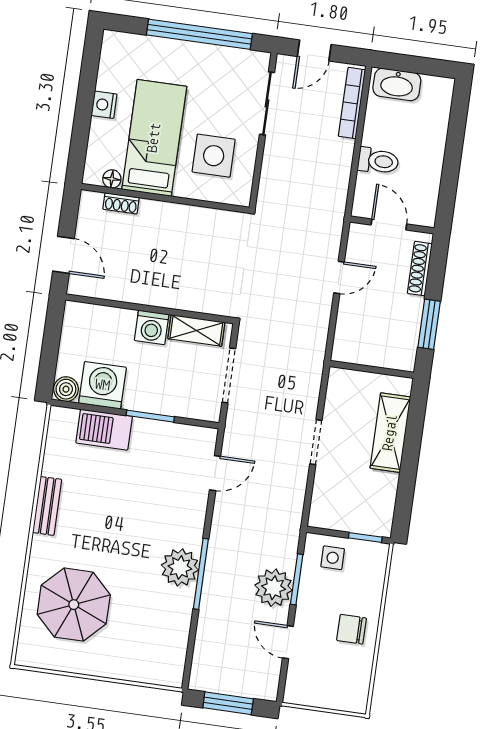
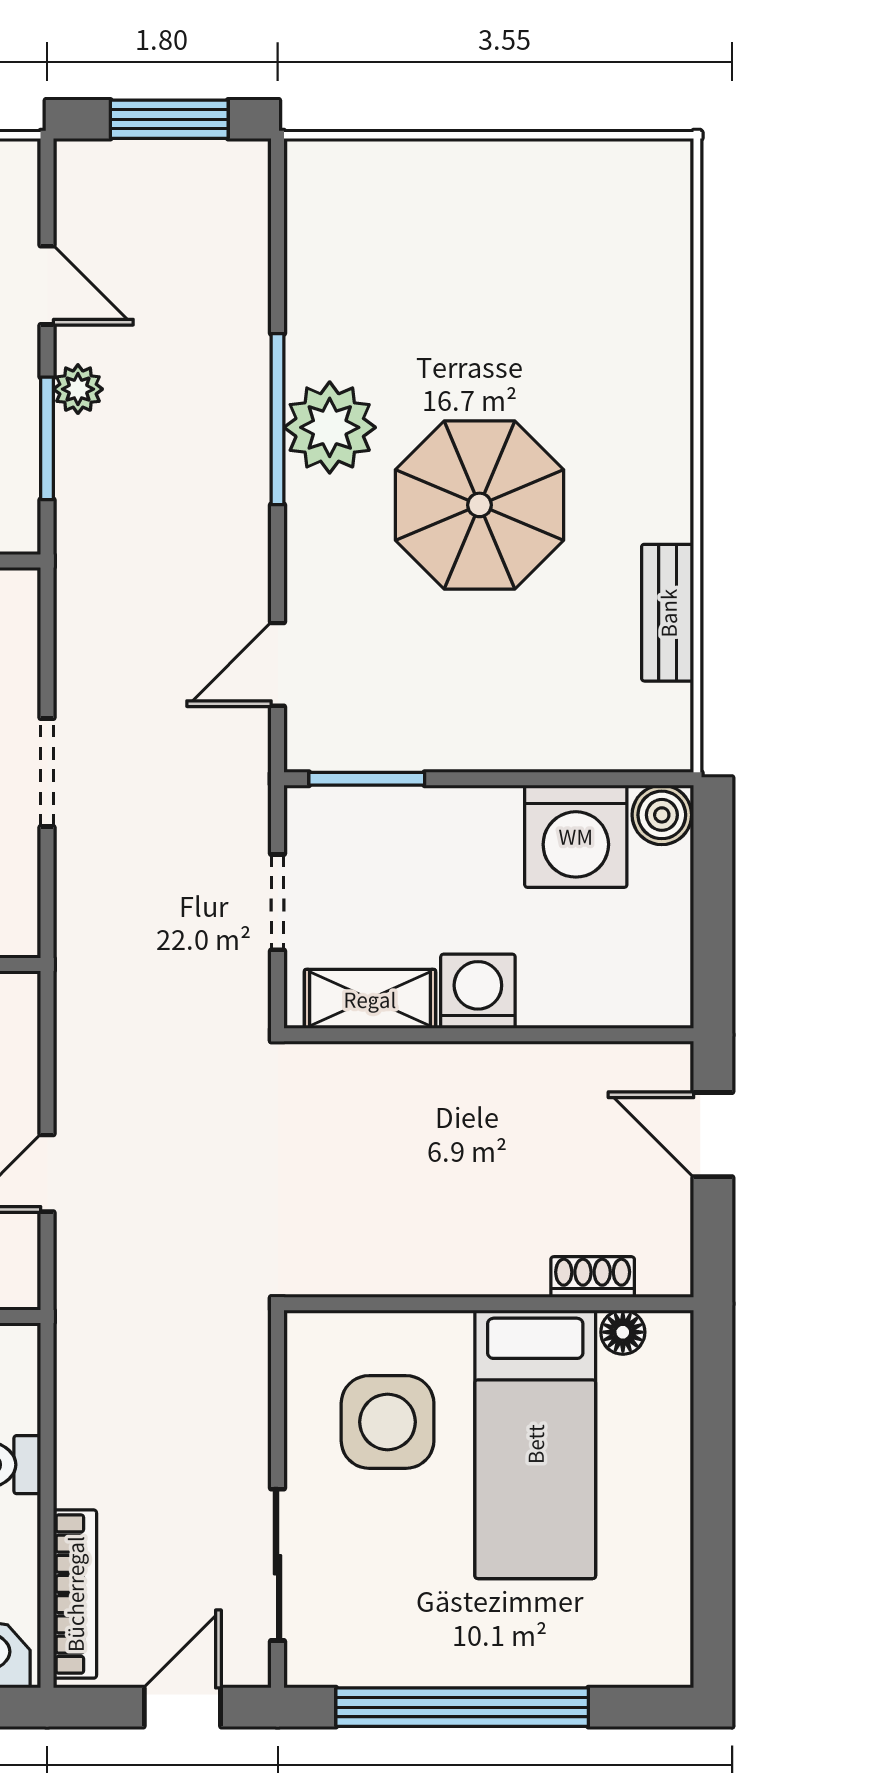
nightstand: (104, 105) -> (666, 1507), removed
doorway: (229, 375) -> (278, 902), width x0.73
window: (150, 416) -> (367, 779), moved
barbecue: (104, 430) -> (557, 731), removed
bench: (47, 506) -> (668, 613), moved
plant: (274, 588) -> (78, 389), width x0.53, depth x0.53
parasol: (74, 605) -> (479, 505), moved

